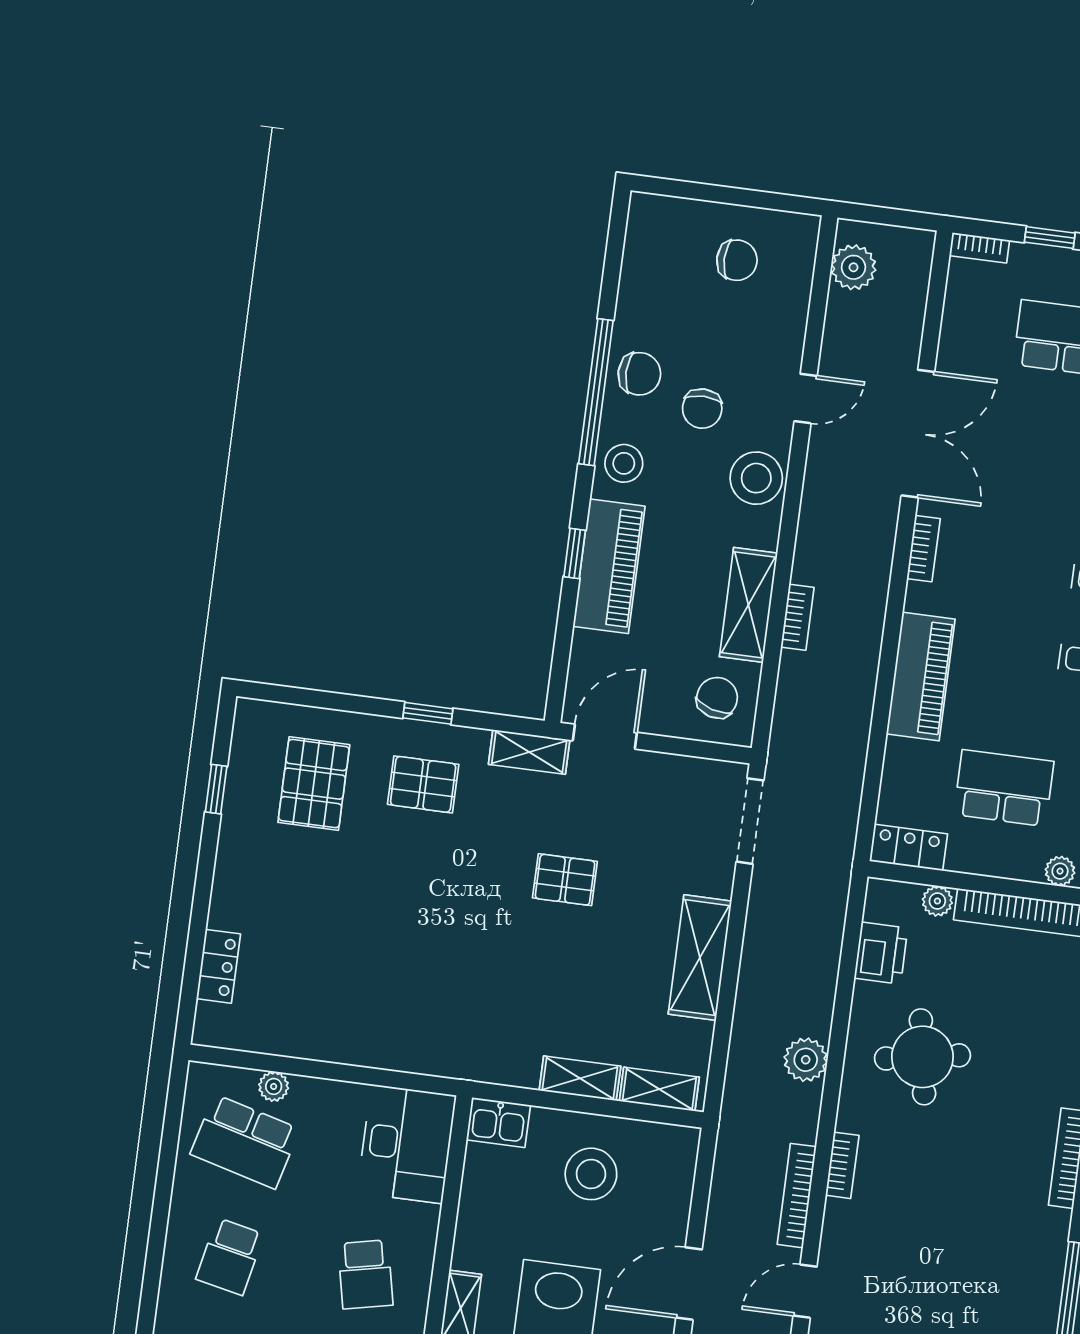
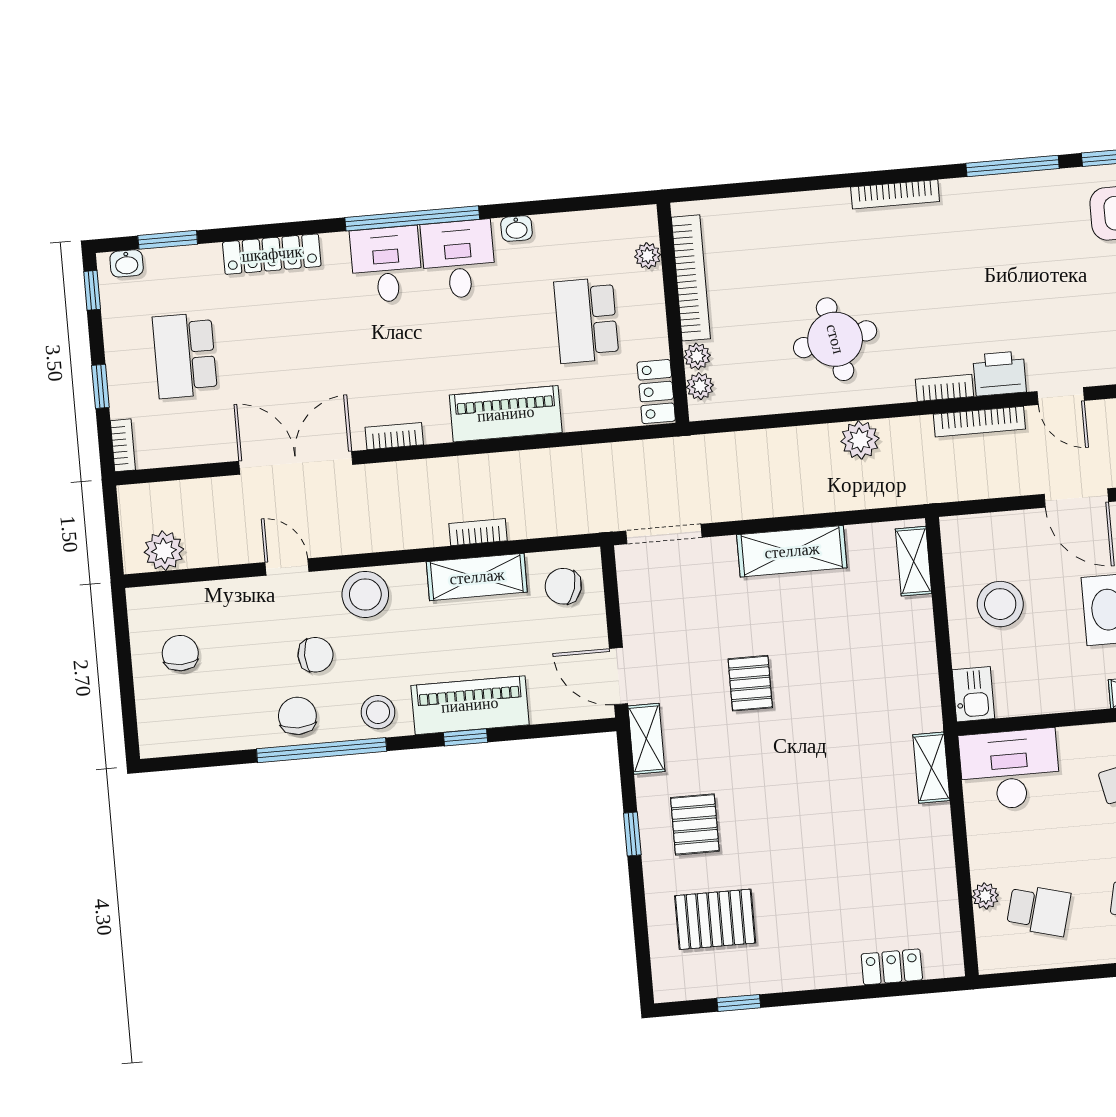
plant: (904, 897) -> (700, 386), added
printer: (881, 953) -> (1000, 374), moved
shelving: (580, 1078) -> (931, 768), moved
school desk: (245, 1142) -> (1039, 910), width x0.54

